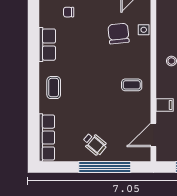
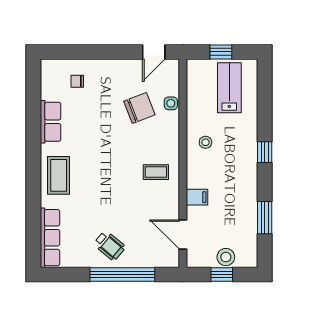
chair: (118, 34) -> (139, 108), turned 75
coffee table: (54, 88) -> (59, 175), width x1.36, depth x1.30
door: (153, 135) -> (183, 235), hinge flipped

